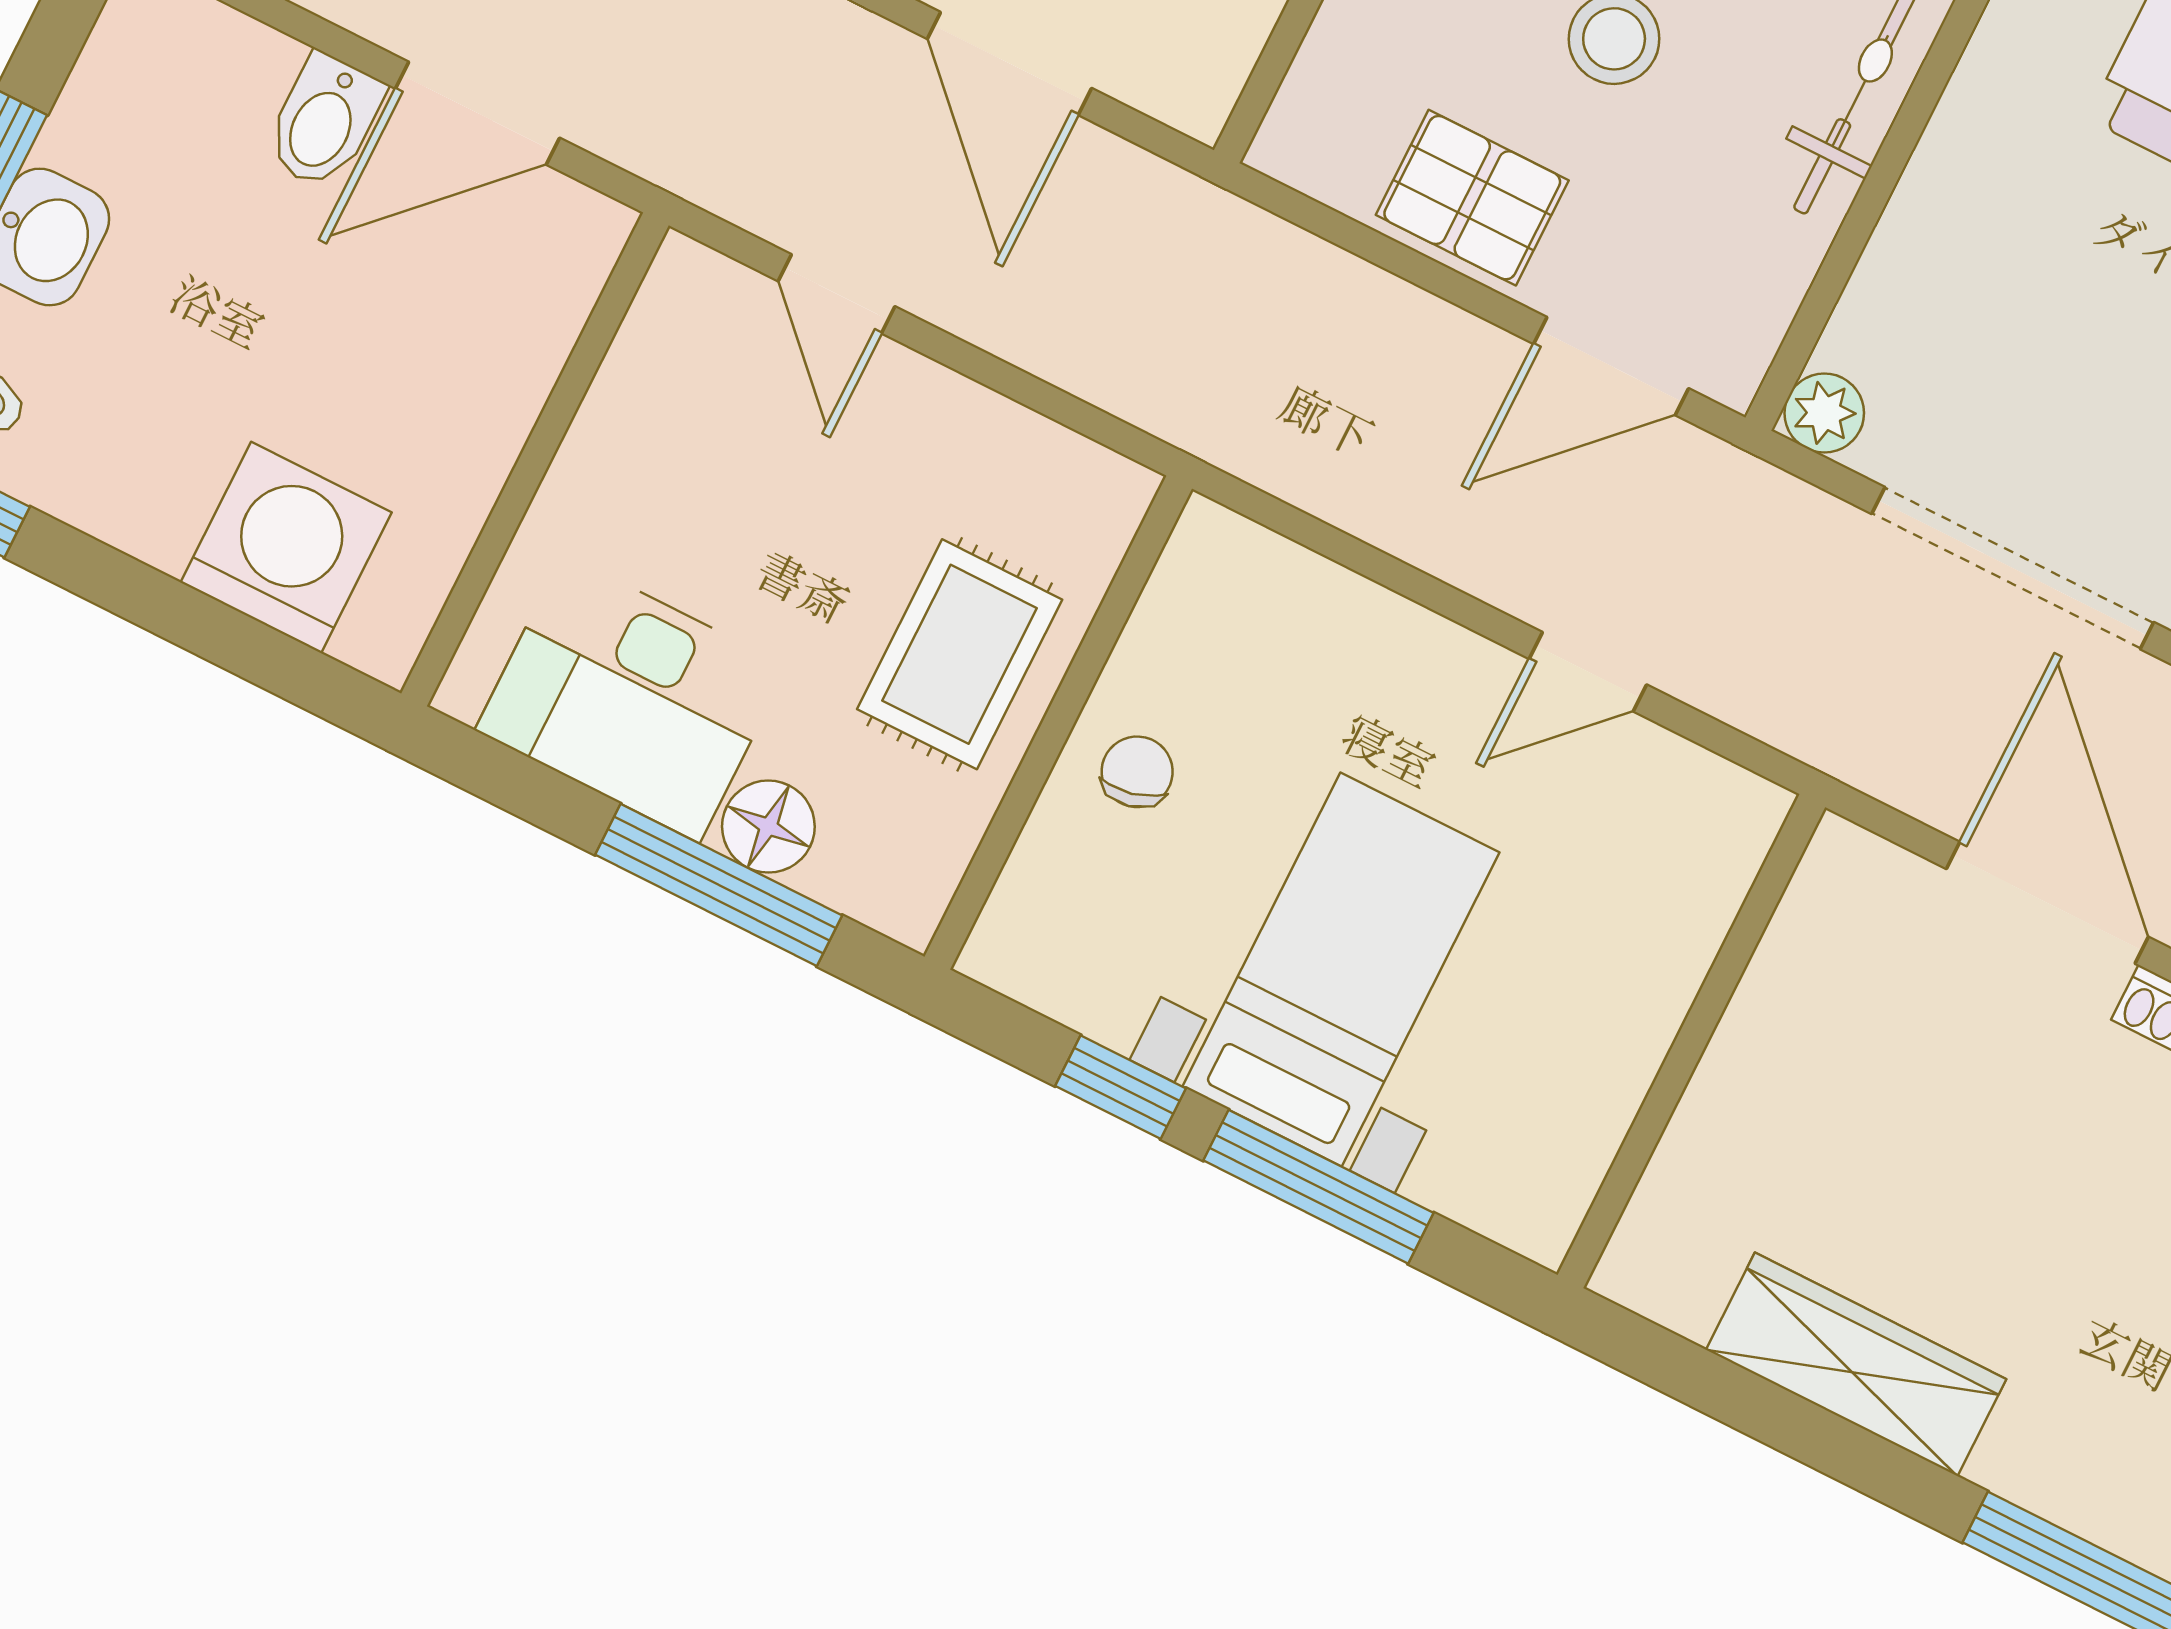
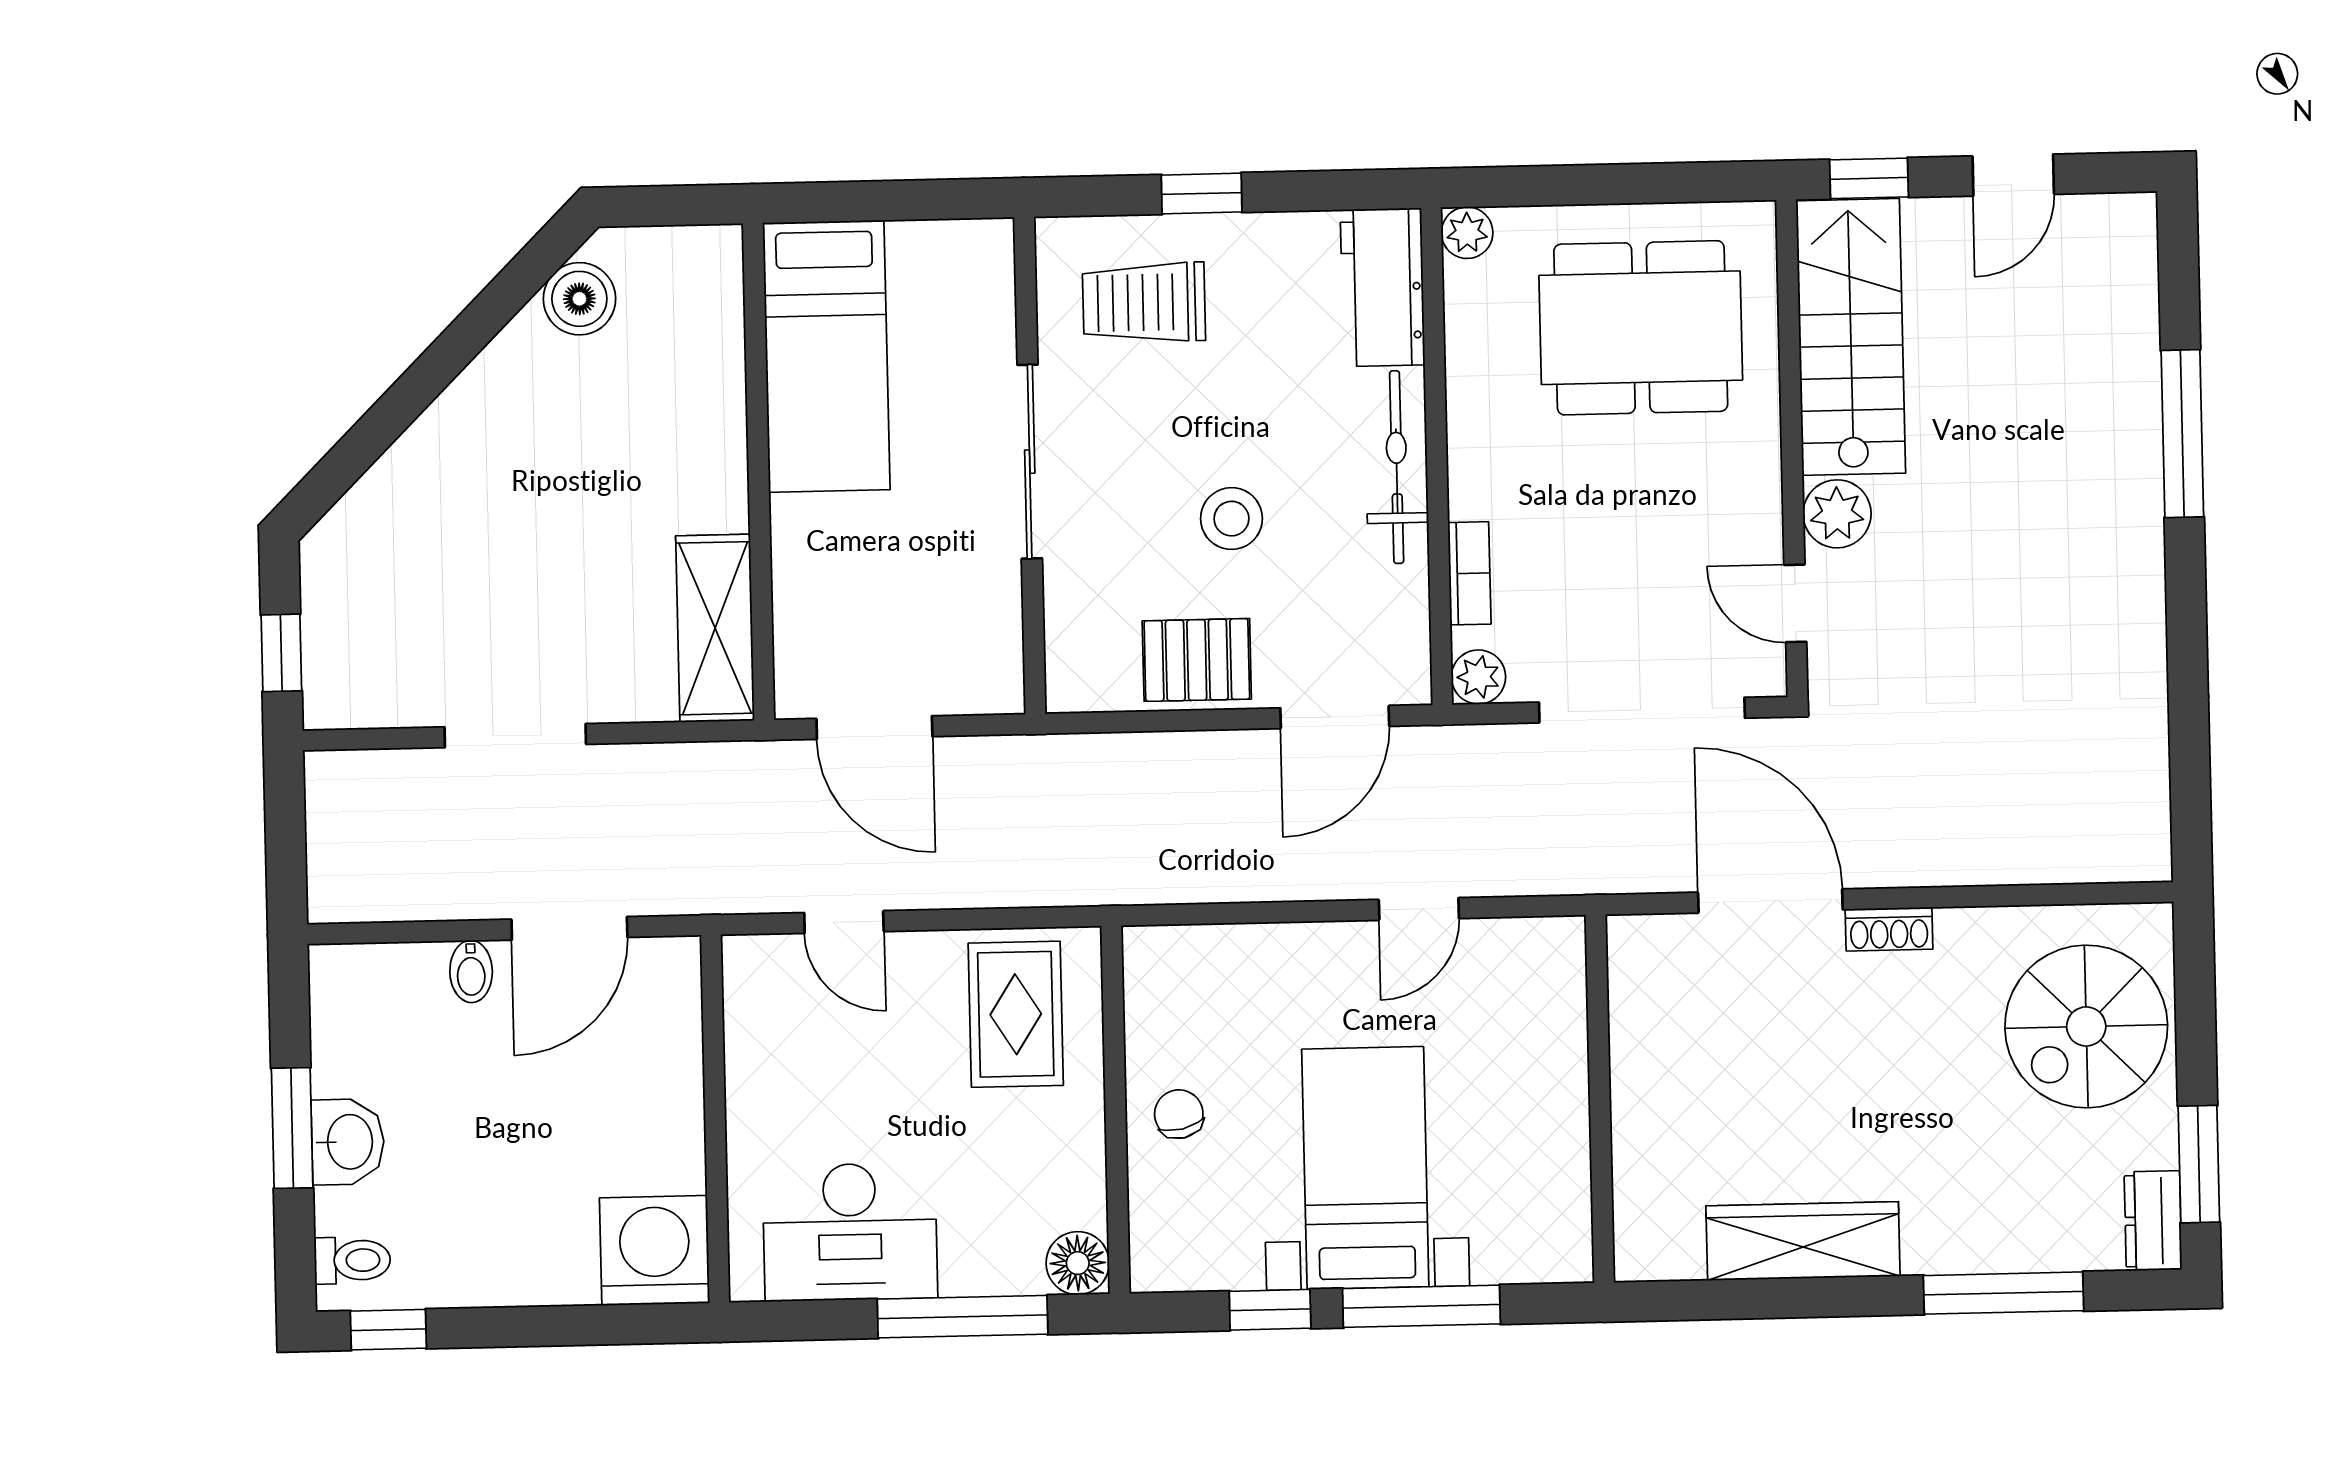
bidet: (324, 122) -> (471, 971), width x0.72, depth x0.74
bookcase: (1884, 273) -> (1469, 573), added
washing machine: (286, 547) -> (655, 1250), moved
rug: (960, 654) -> (1016, 1014), moved
floor lamp: (768, 827) -> (1078, 1263), moved

